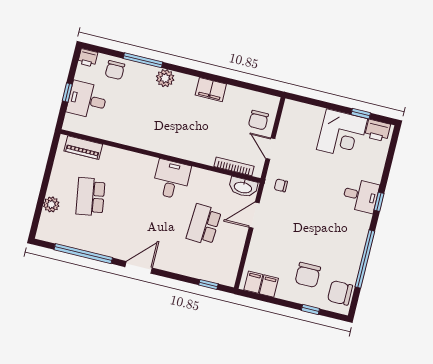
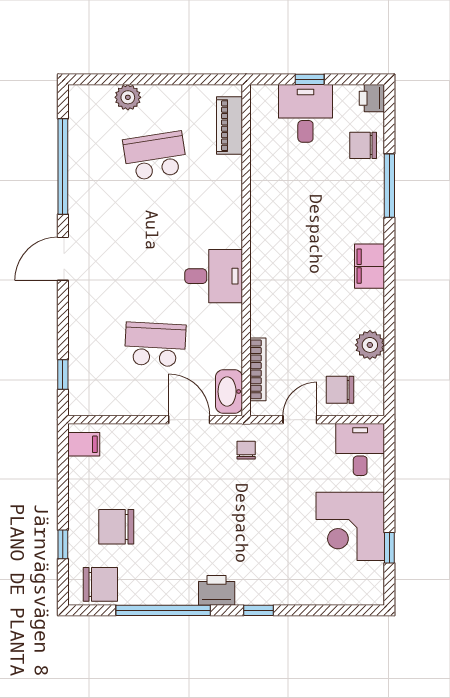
plant: (165, 78) -> (370, 345), moved
filing cabinet: (211, 90) -> (370, 266), moved
printer: (378, 131) -> (217, 590), moved, turned 90
desk: (361, 196) -> (360, 450), moved, turned 180
door: (139, 267) -> (63, 259), swing flipped
filing cabinet: (269, 286) -> (84, 470), removed
chair: (340, 293) -> (100, 584), turned 90

